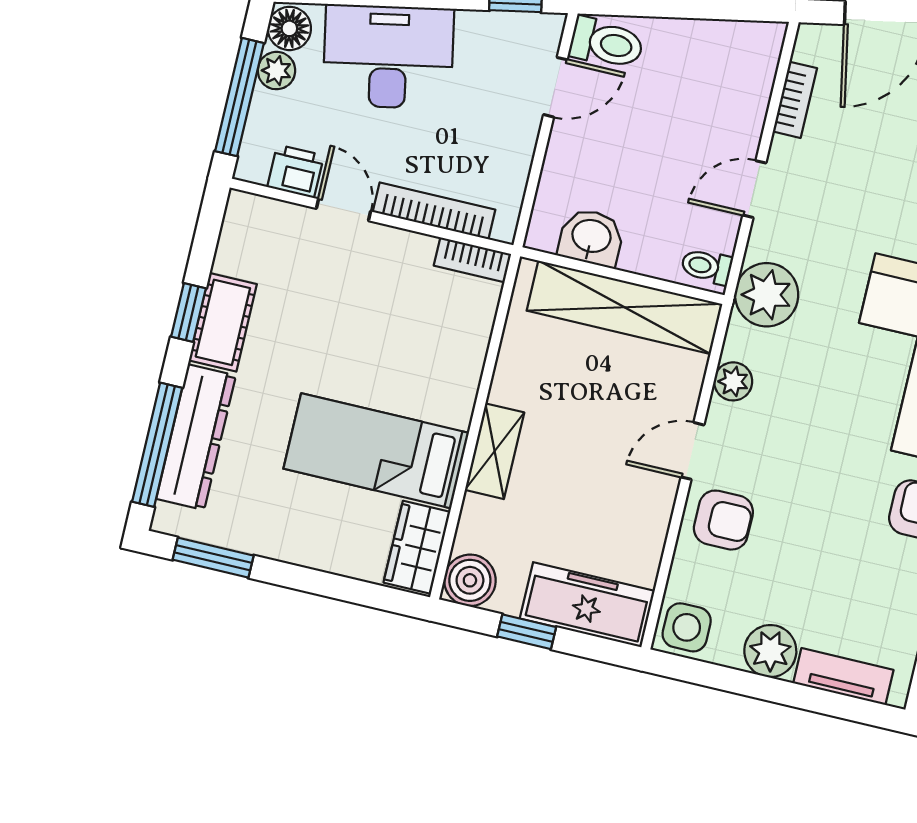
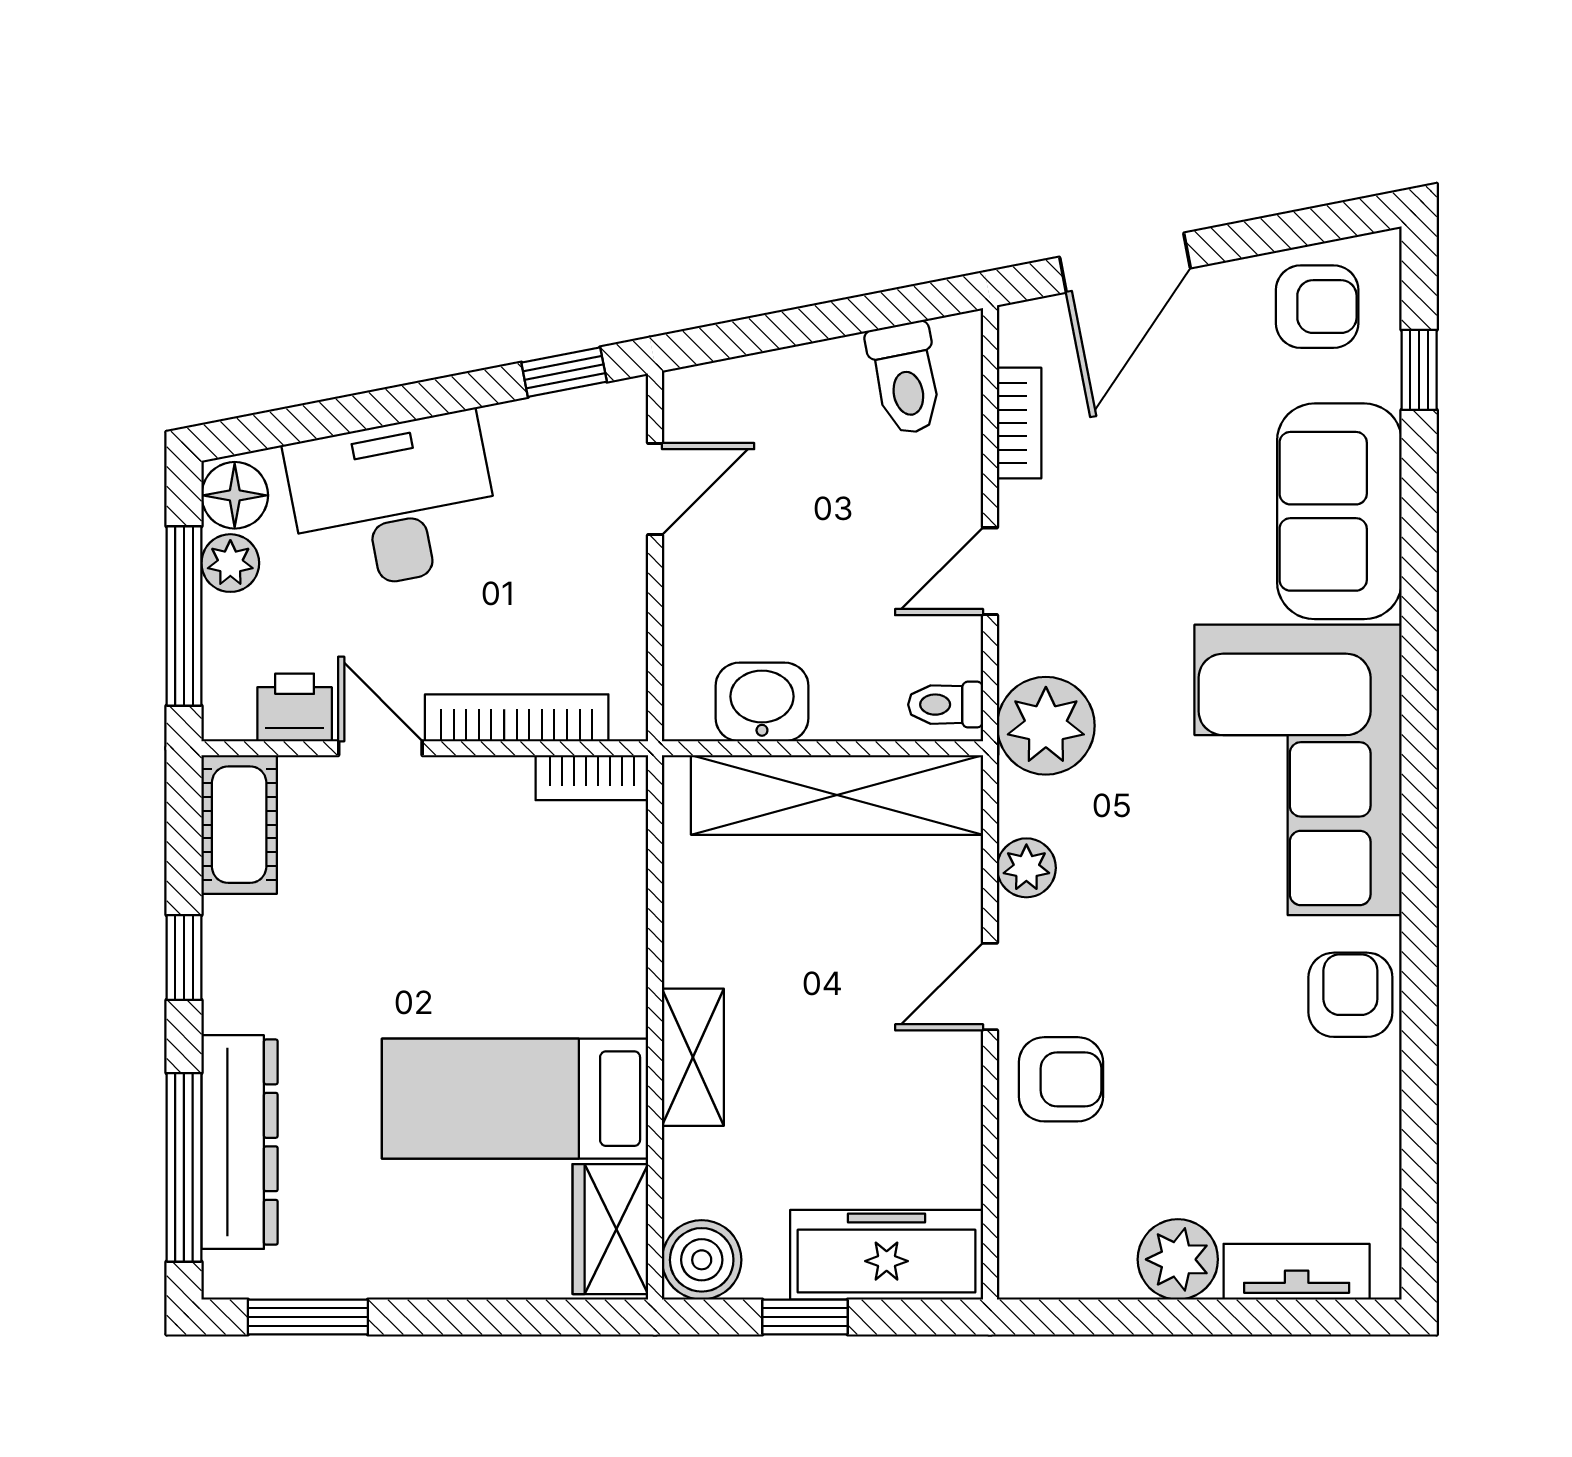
toilet: (607, 43) -> (905, 378), moved, turned 79
cot: (223, 322) -> (239, 825), moved
side table: (687, 627) -> (1044, 1254), removed

